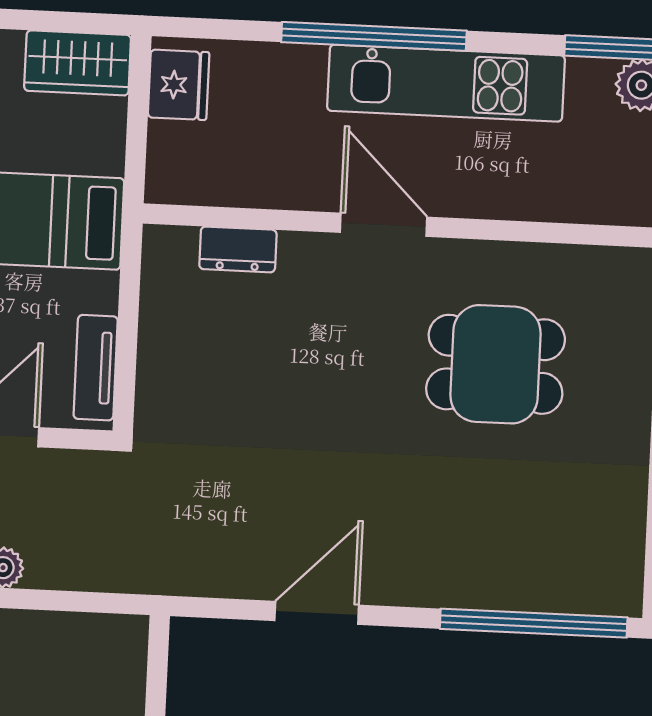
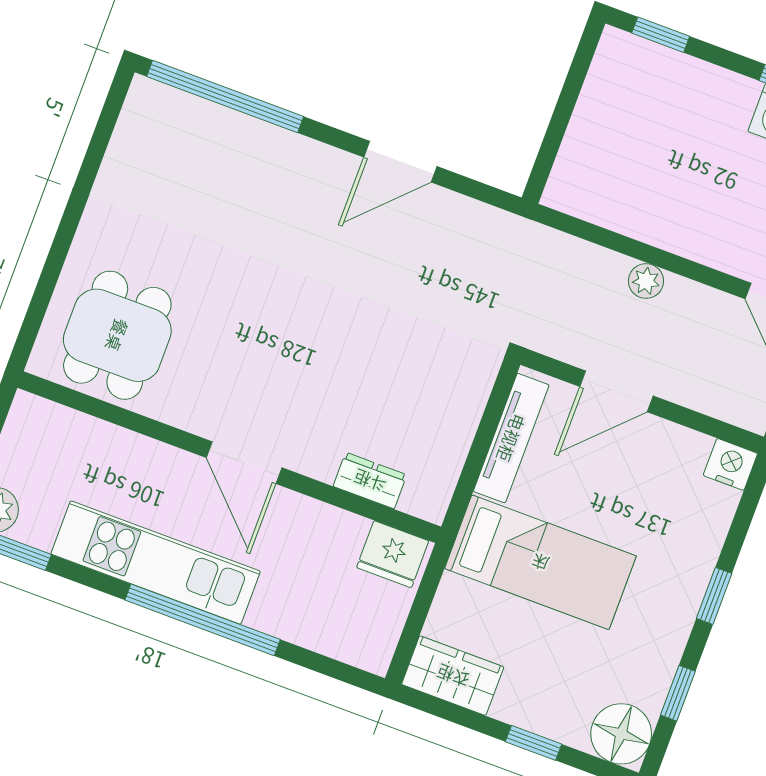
fridge: (179, 85) -> (393, 554), moved, turned -90
dining table: (496, 364) -> (117, 335), moved, turned 90
tv unit: (96, 368) -> (511, 438), width x1.41

